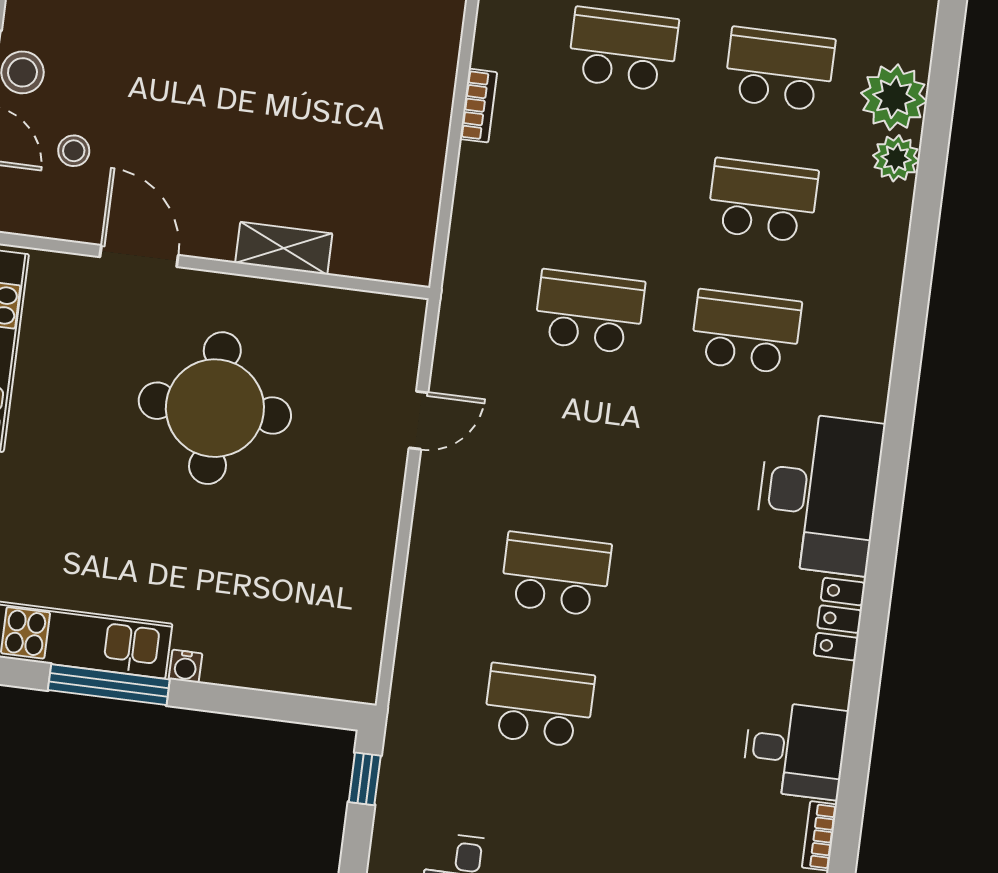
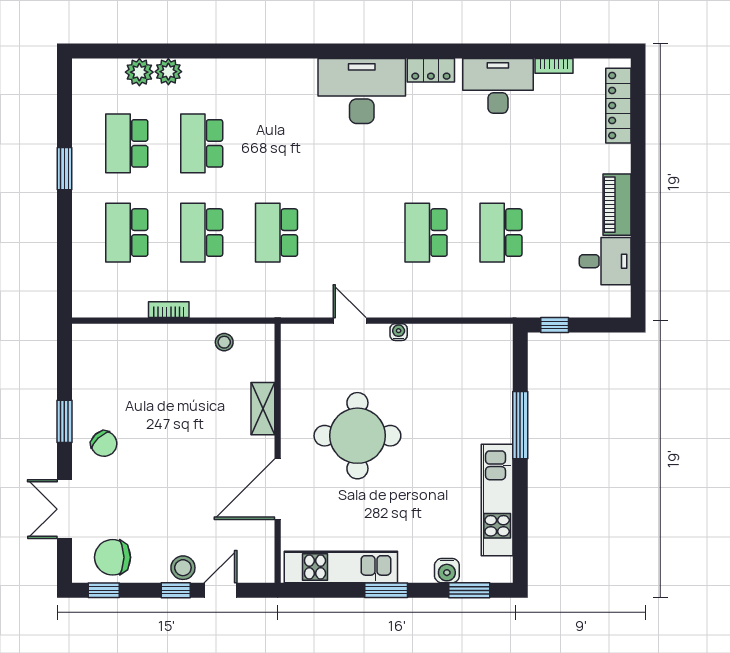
plant: (894, 97) -> (139, 72), width x0.73, depth x0.73
stool: (74, 151) -> (224, 342), moved
door: (139, 256) -> (278, 489), width x1.36
school desk: (746, 332) -> (202, 233), moved
water cooler: (185, 666) -> (399, 332), moved, turned -90
window: (109, 685) -> (520, 425), moved
desk: (795, 750) -> (498, 86), width x1.37

